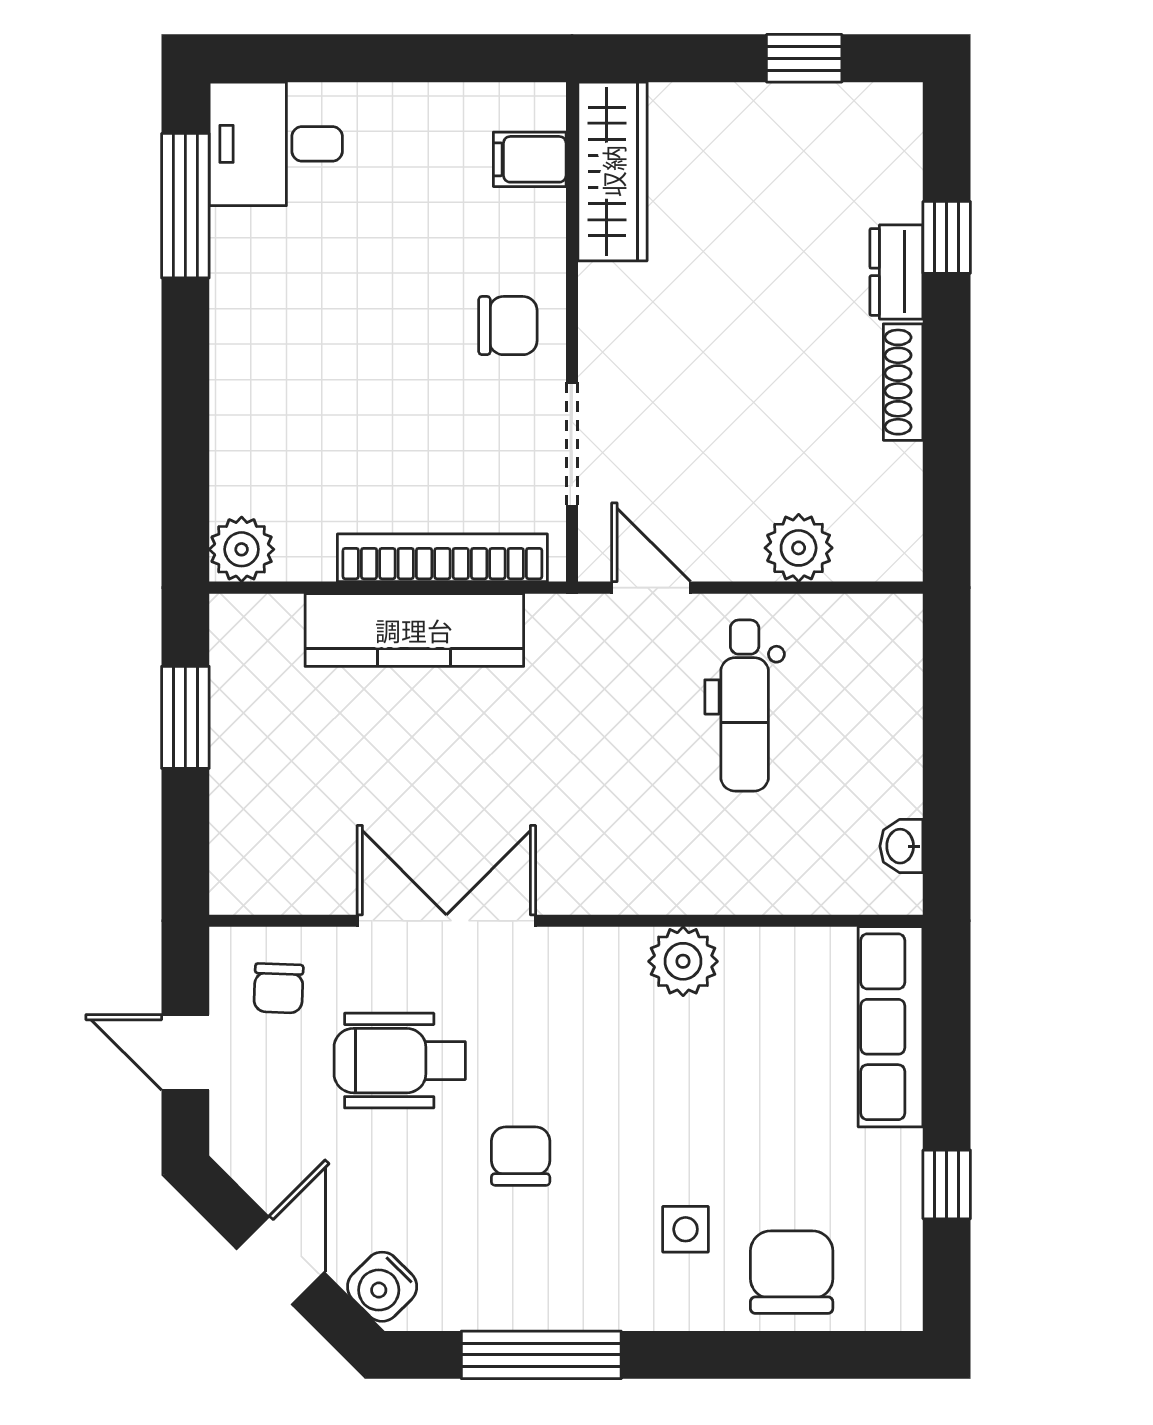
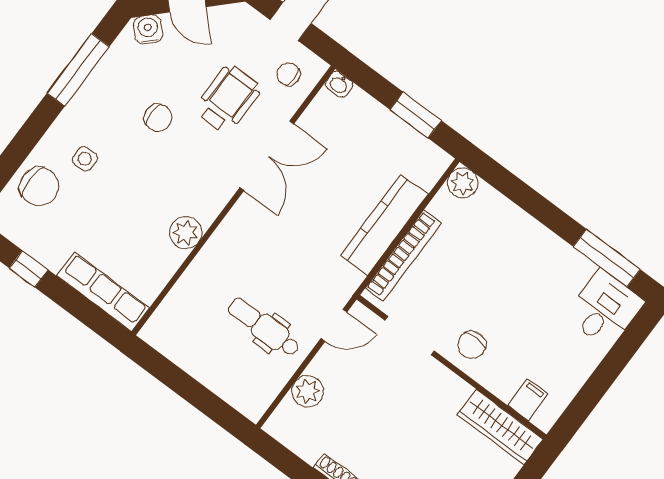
washbasin: (901, 846) -> (339, 84), moved, turned 180

